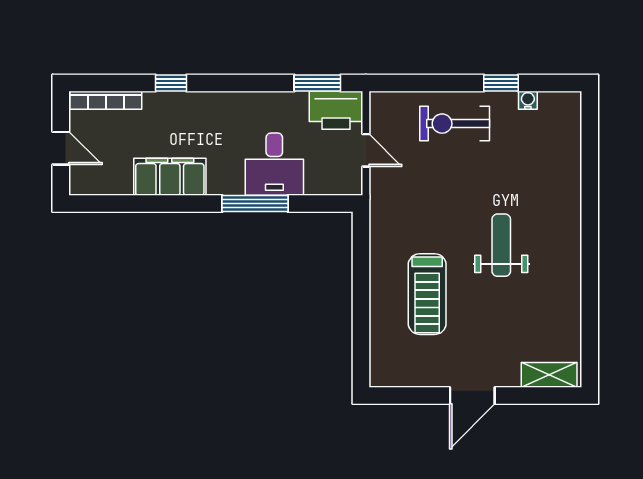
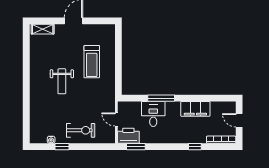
treadmill: (427, 294) -> (92, 62), turned 180

